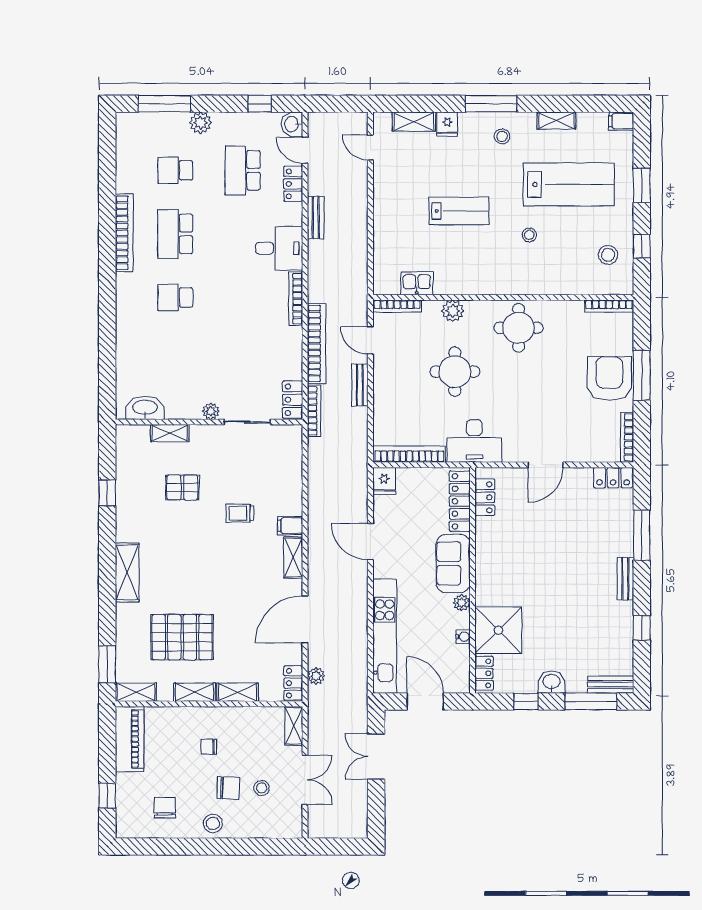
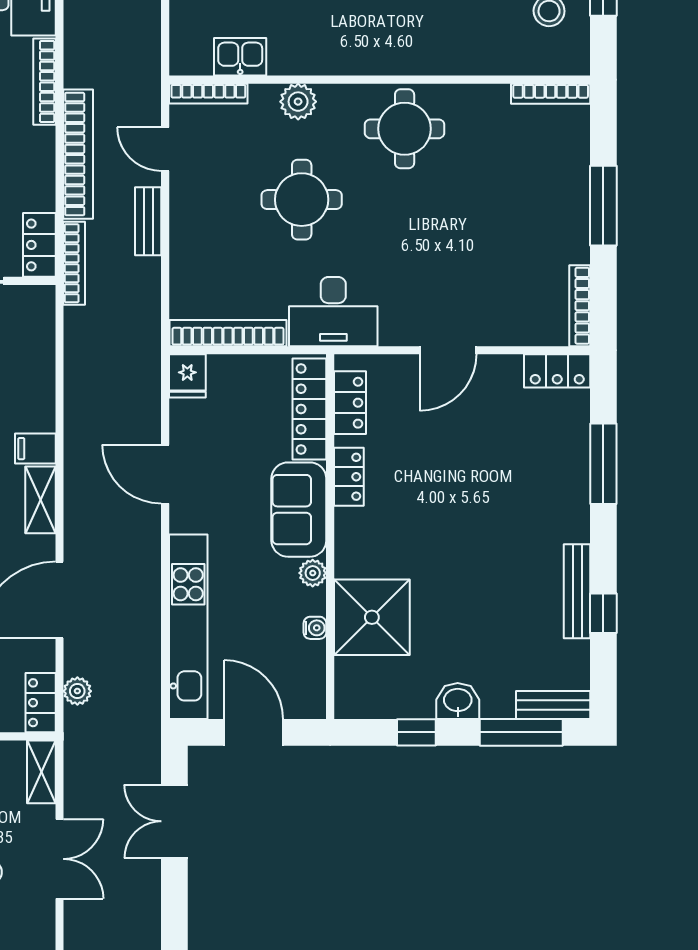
armchair: (609, 379) -> (551, 211), removed
bench: (625, 579) -> (577, 591), moved, width x1.36
locker: (484, 673) -> (349, 477), moved

